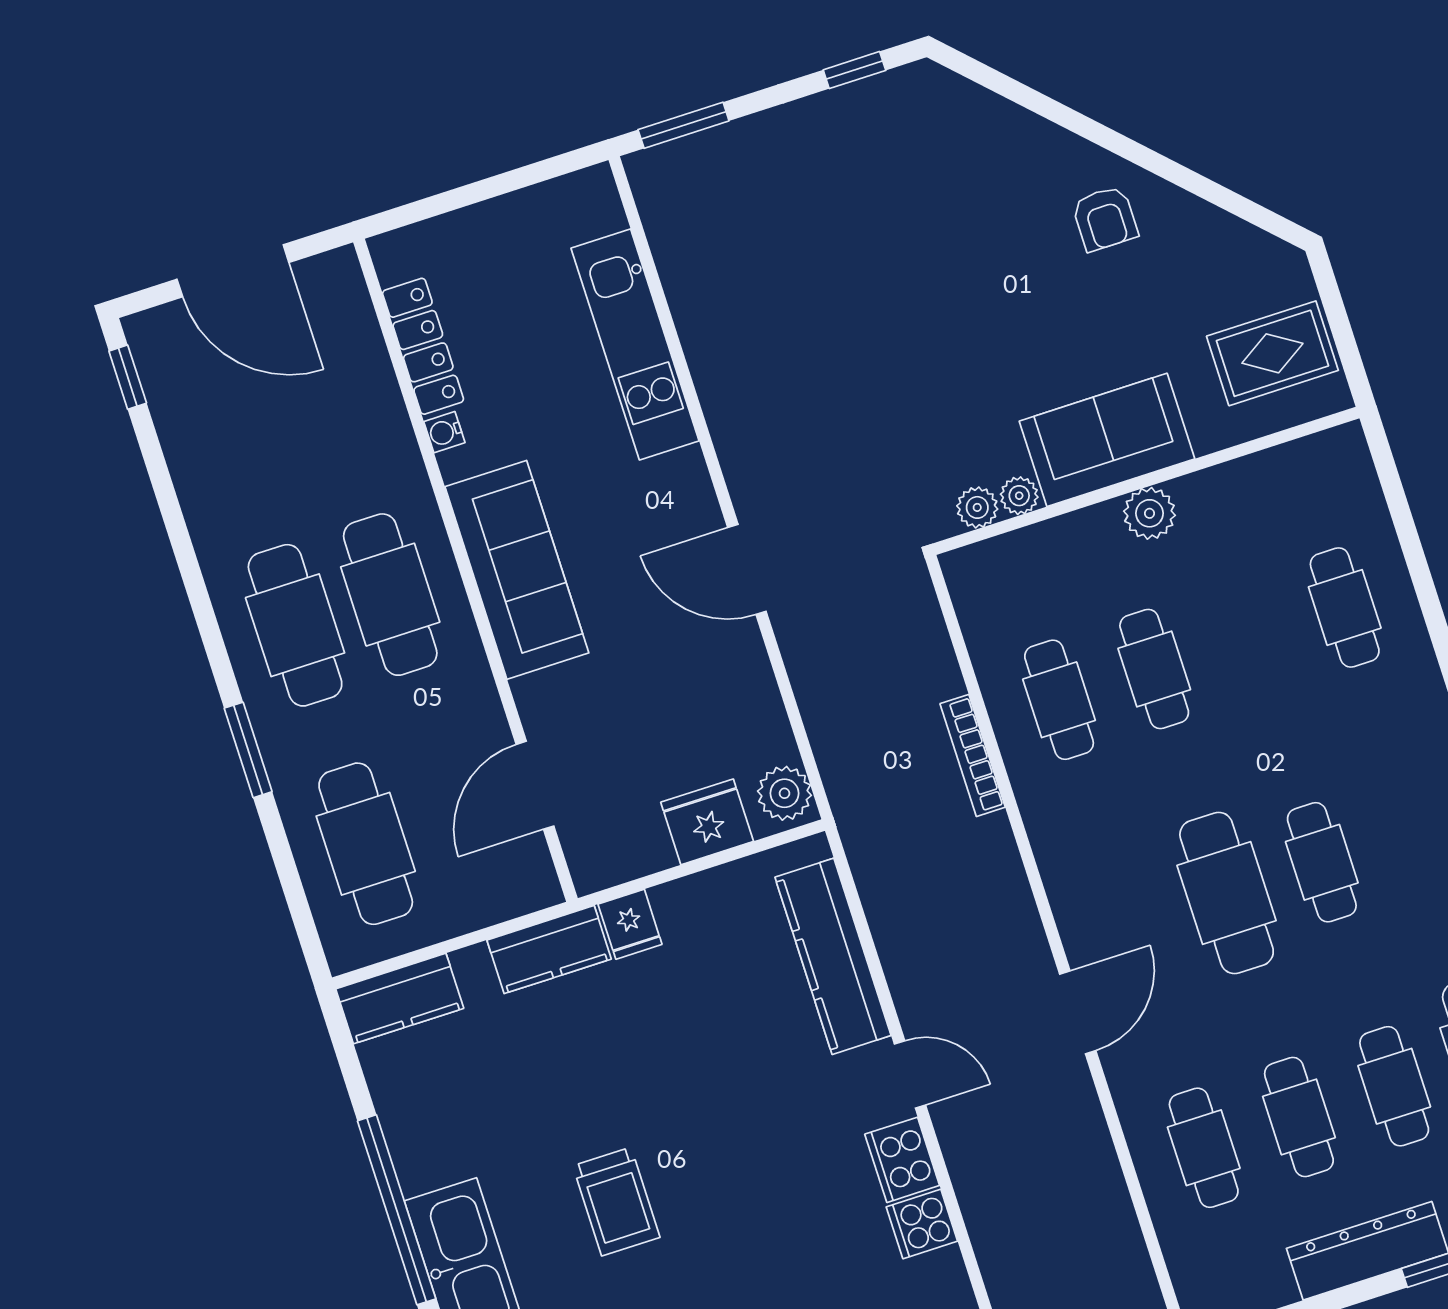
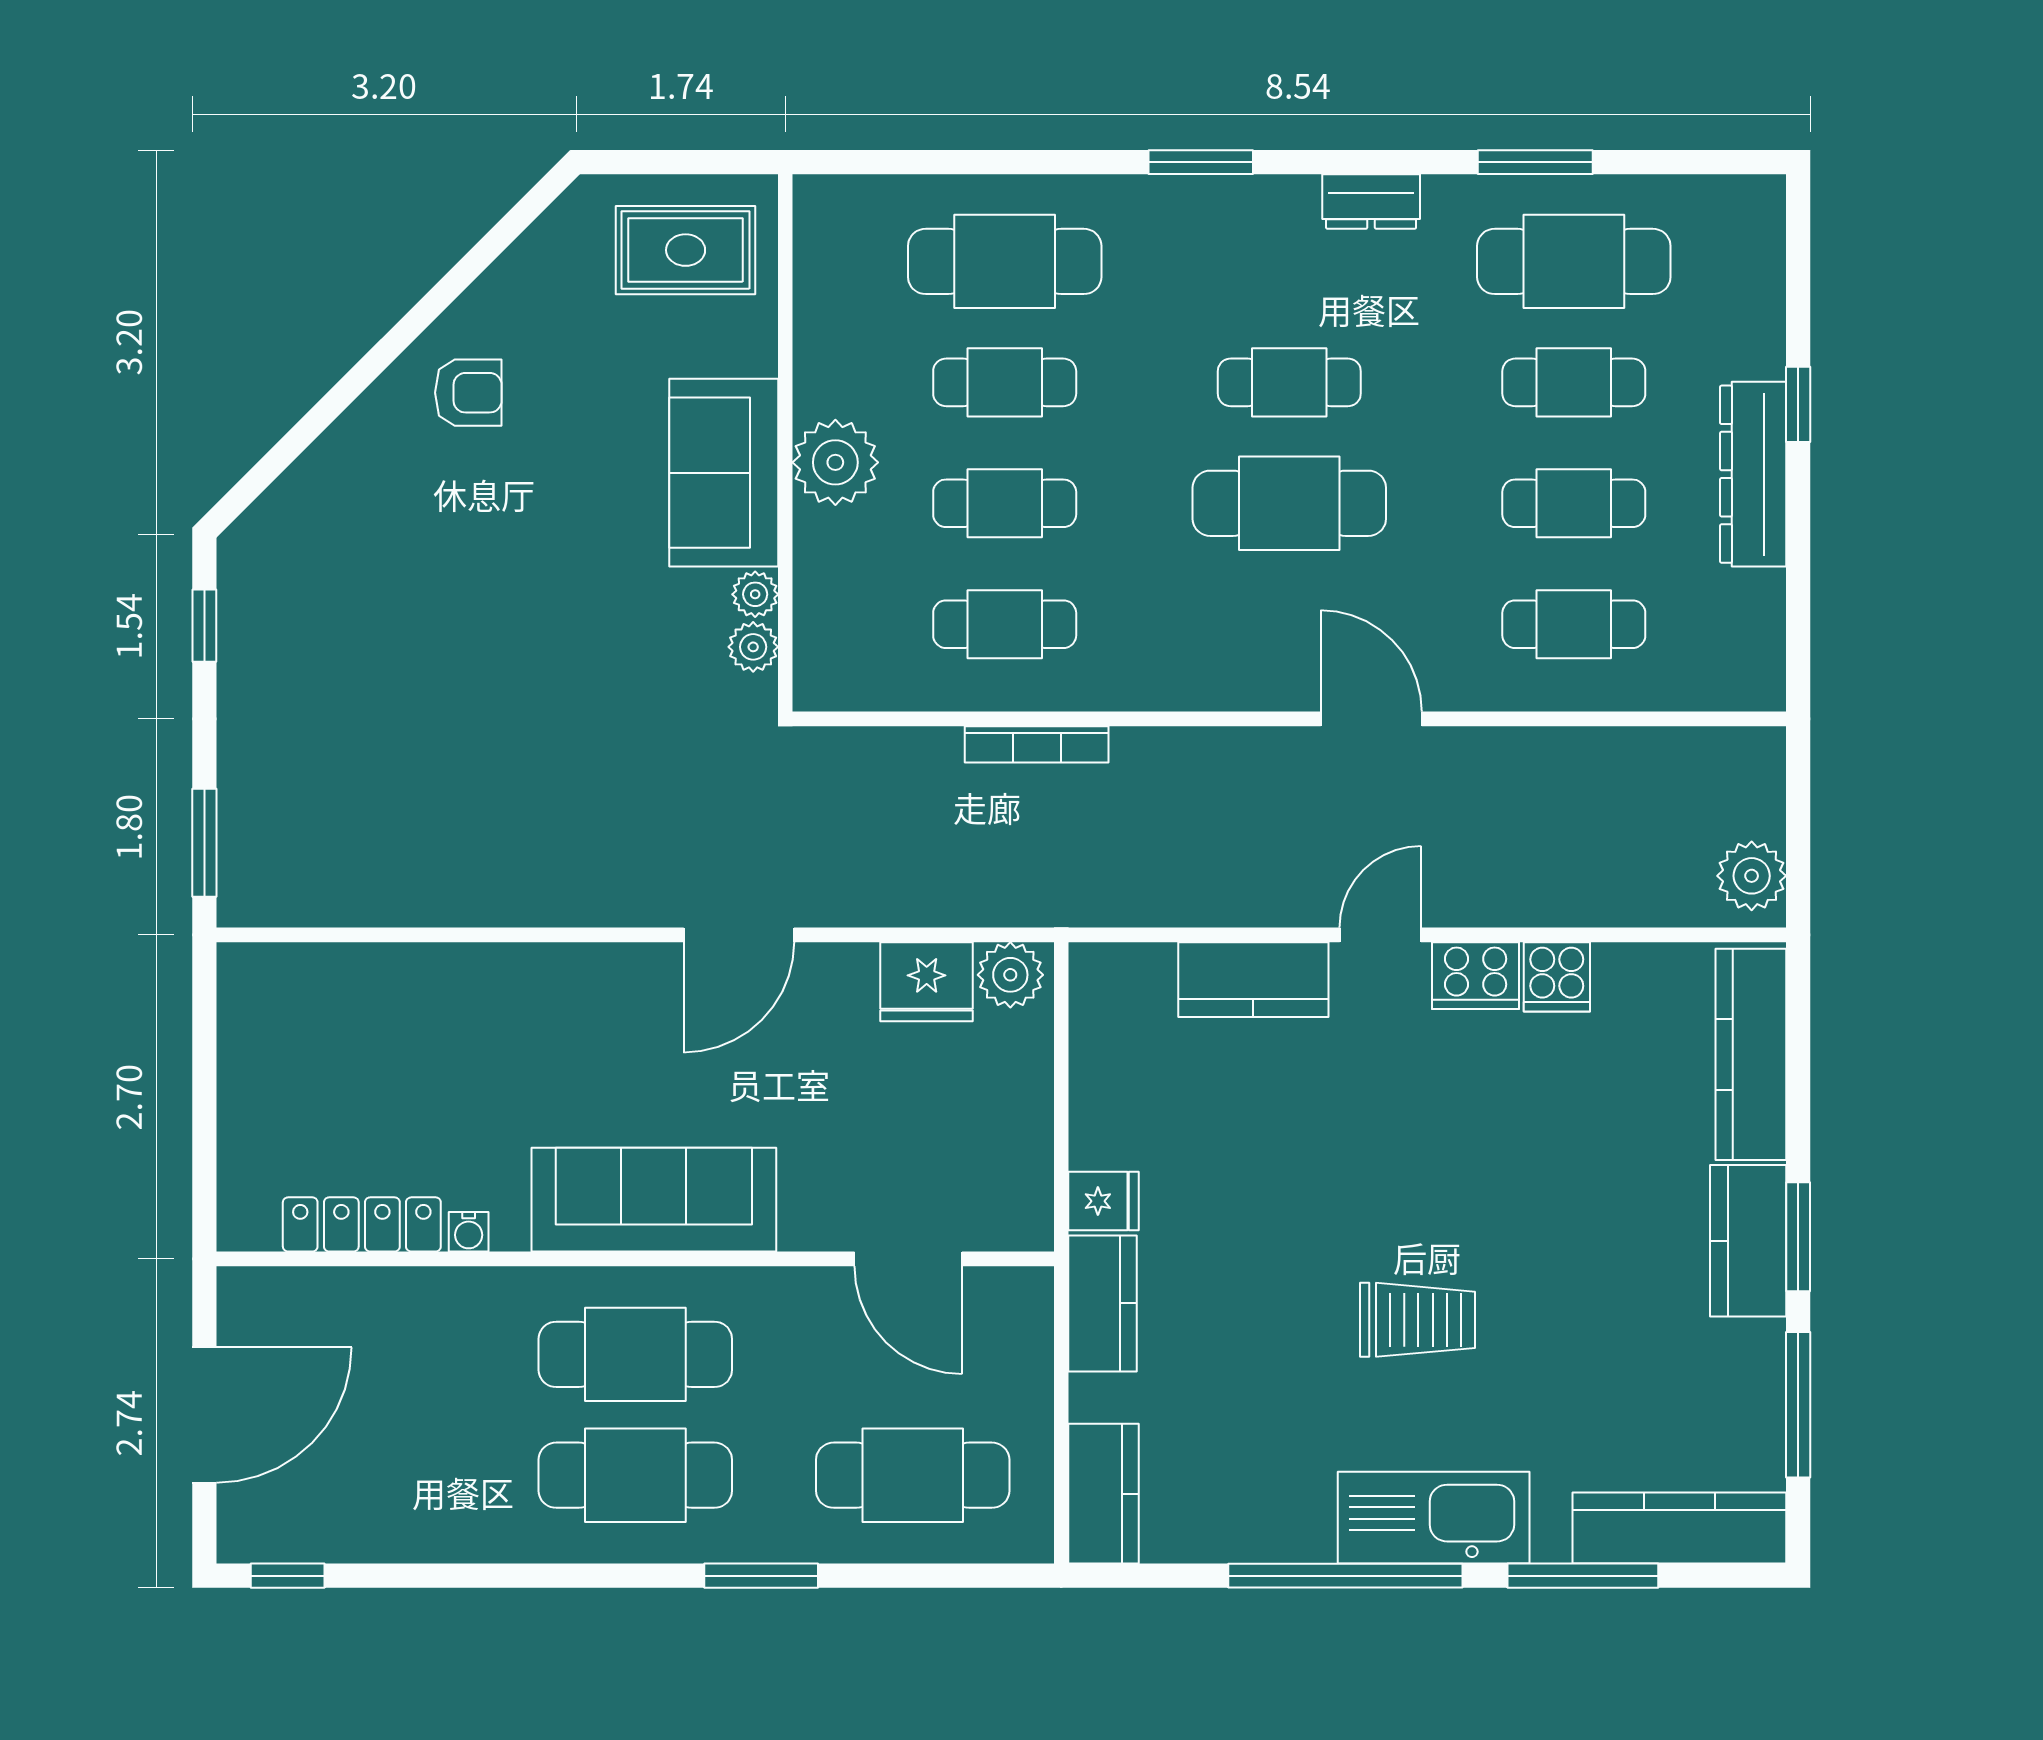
kitchen unit: (635, 344) -> (439, 980), removed
rug: (1272, 353) -> (686, 250), turned 90
plant: (1149, 513) -> (835, 462), width x1.36, depth x1.36
cafe table: (1345, 607) -> (1005, 261), width x1.37, depth x1.35
cafe table: (1249, 638) -> (1005, 382), added
fridge: (707, 822) -> (927, 982), moved, turned -90
kitchen counter: (833, 956) -> (1253, 980), width x0.67

